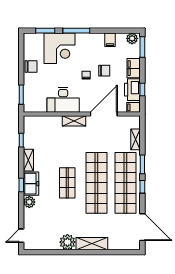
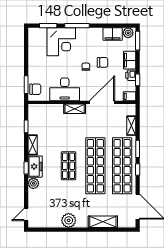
filing cabinet: (110, 40) -> (113, 34), width x2.00
chair: (31, 67) -> (35, 89), moved
printer: (132, 90) -> (131, 75), width x0.53, depth x0.68
shelving: (92, 244) -> (103, 222), moved

